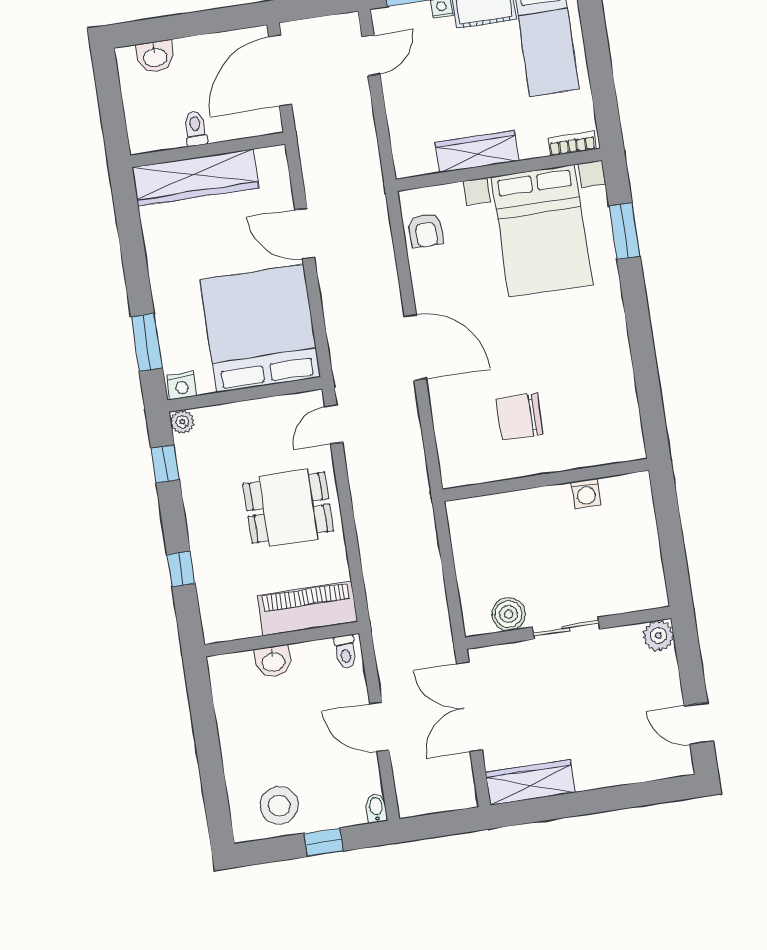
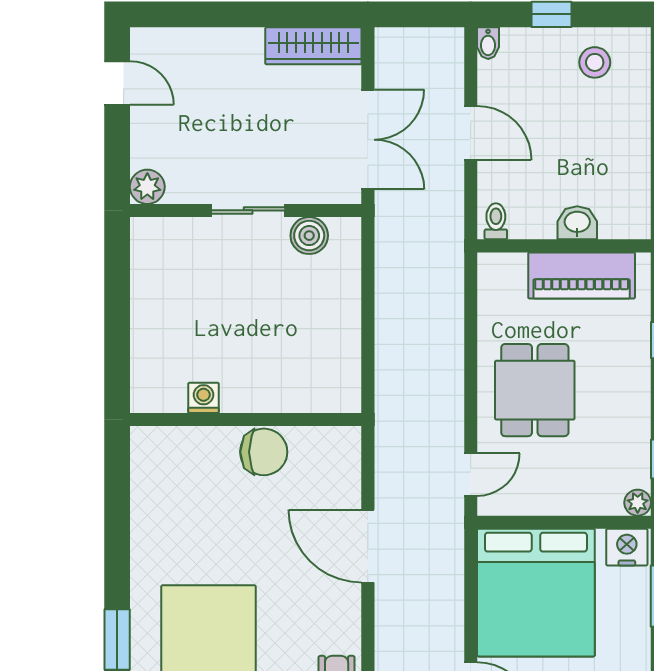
nightstand: (182, 386) -> (627, 547), width x1.36, depth x1.33
wall: (546, 480) -> (246, 419), moved
washing machine: (586, 493) -> (204, 398), moved
dining table: (288, 508) -> (535, 390), turned 90
piano: (307, 608) -> (582, 275), moved
stool: (279, 806) -> (595, 62), width x0.73, depth x0.73

